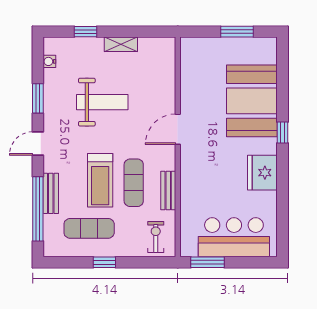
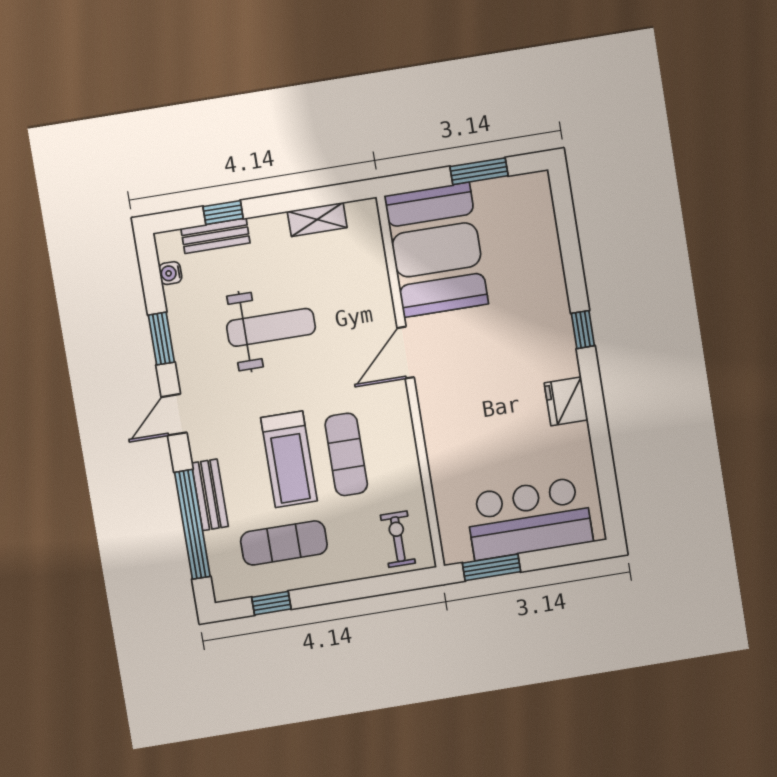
shelving: (121, 44) -> (317, 219), moved
booth: (252, 101) -> (436, 250), moved
fridge: (262, 173) -> (566, 401), width x0.73, depth x0.75
bench: (168, 190) -> (215, 236), moved, turned 90
window: (104, 262) -> (271, 603), moved

